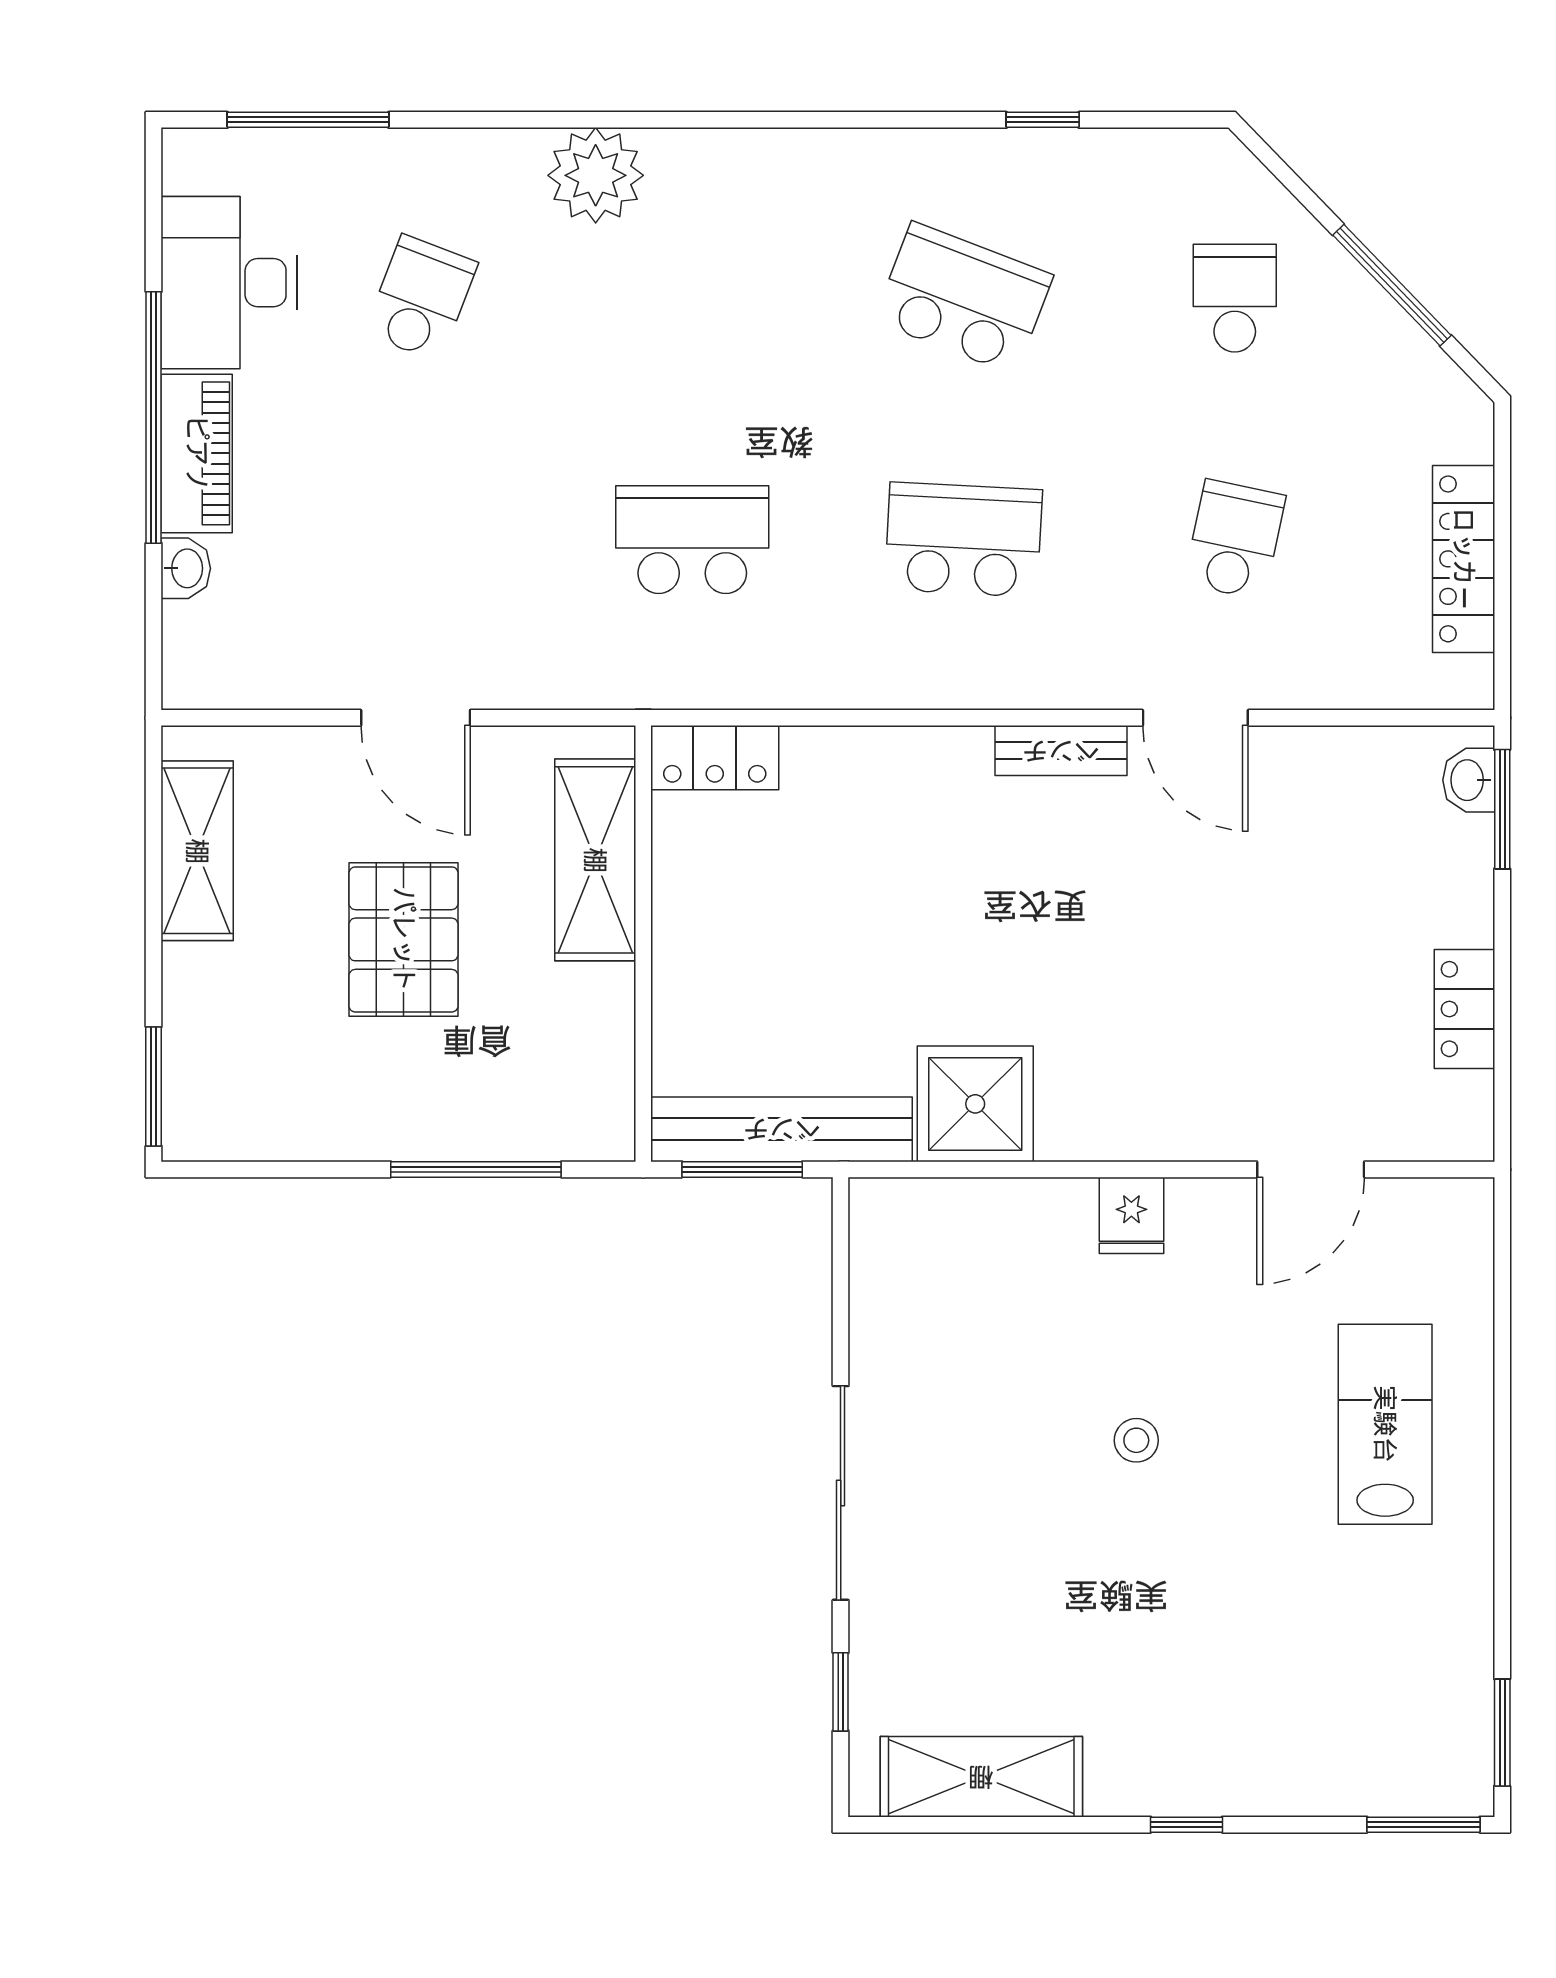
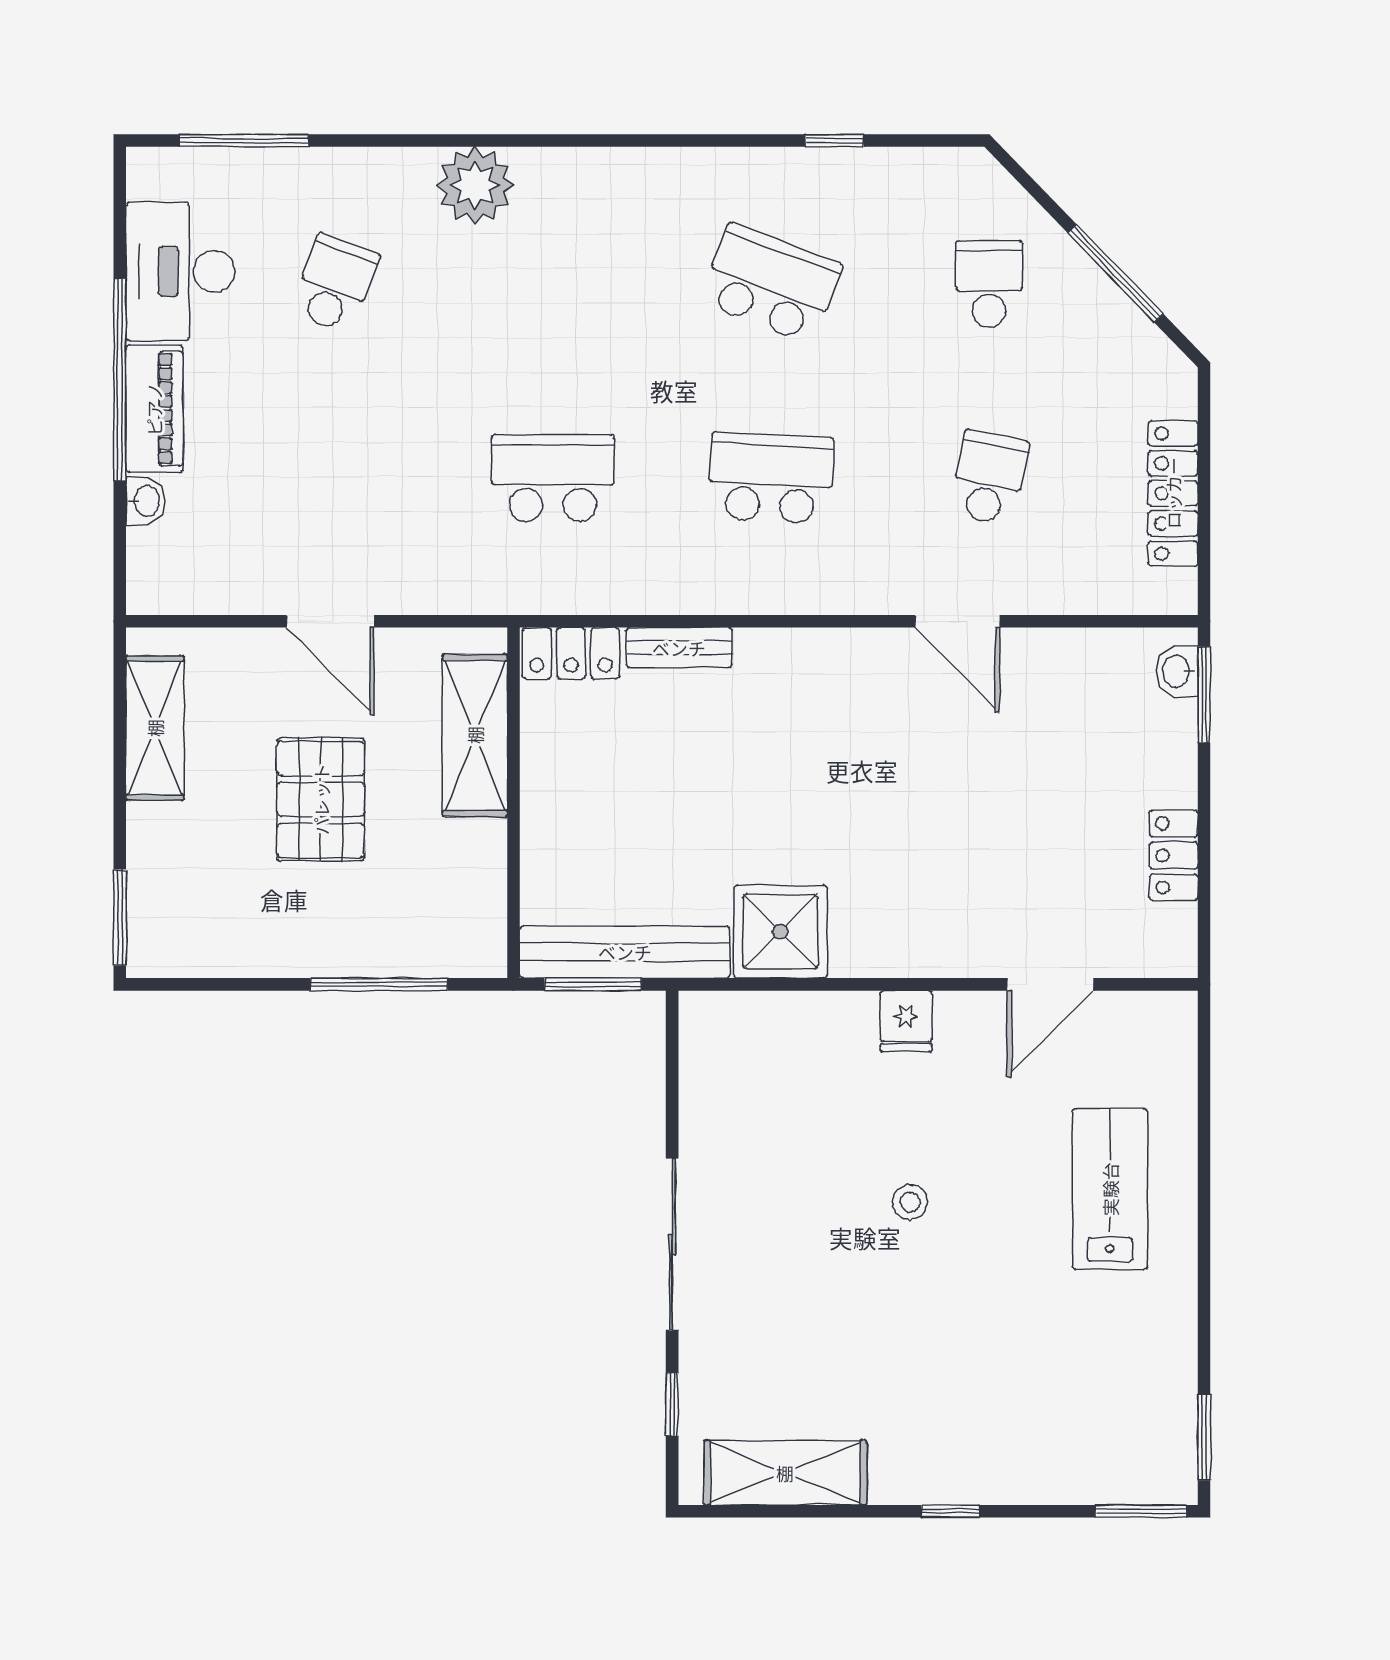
bench: (1061, 751) -> (679, 648), moved

